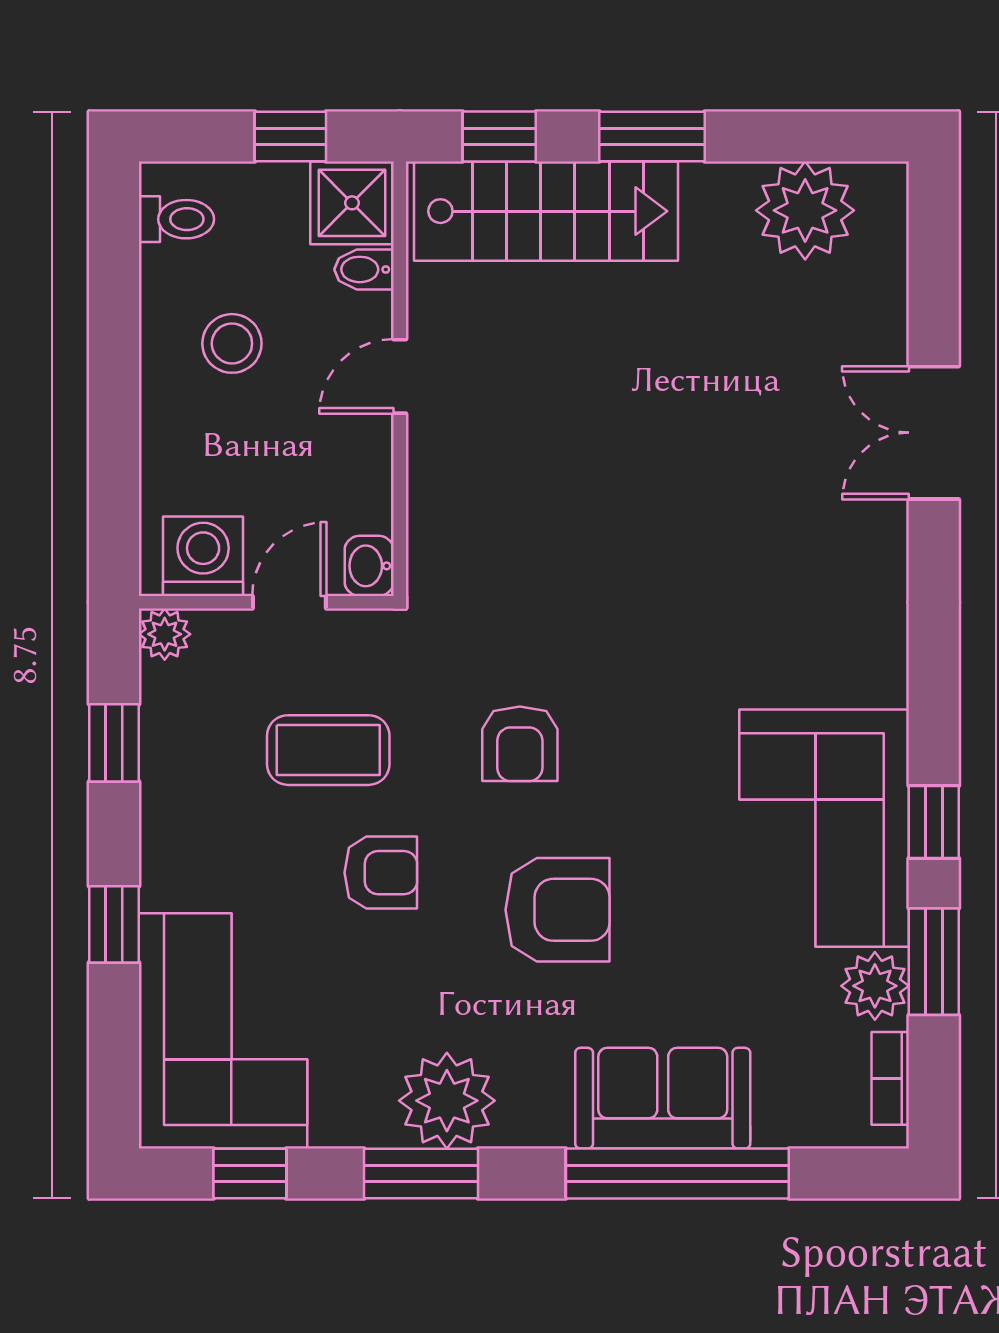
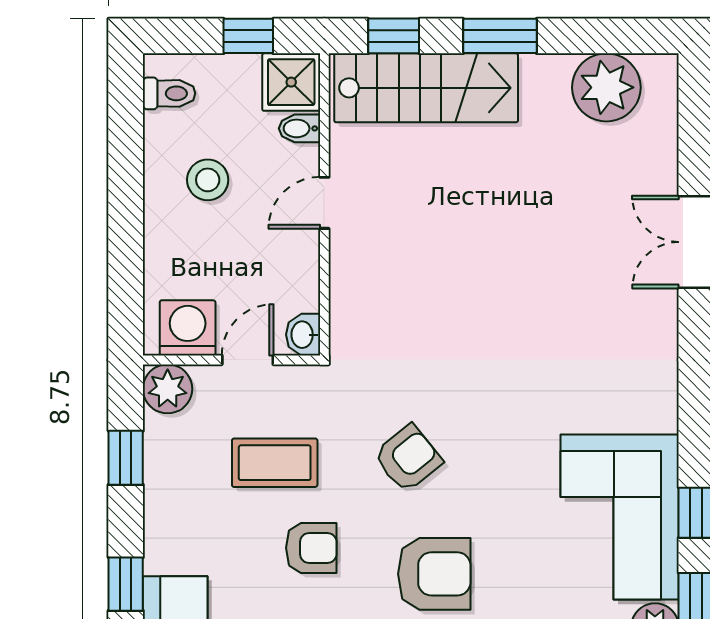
plant: (165, 634) -> (168, 389), width x1.38, depth x1.38
armchair: (520, 744) -> (408, 458), turned -129

